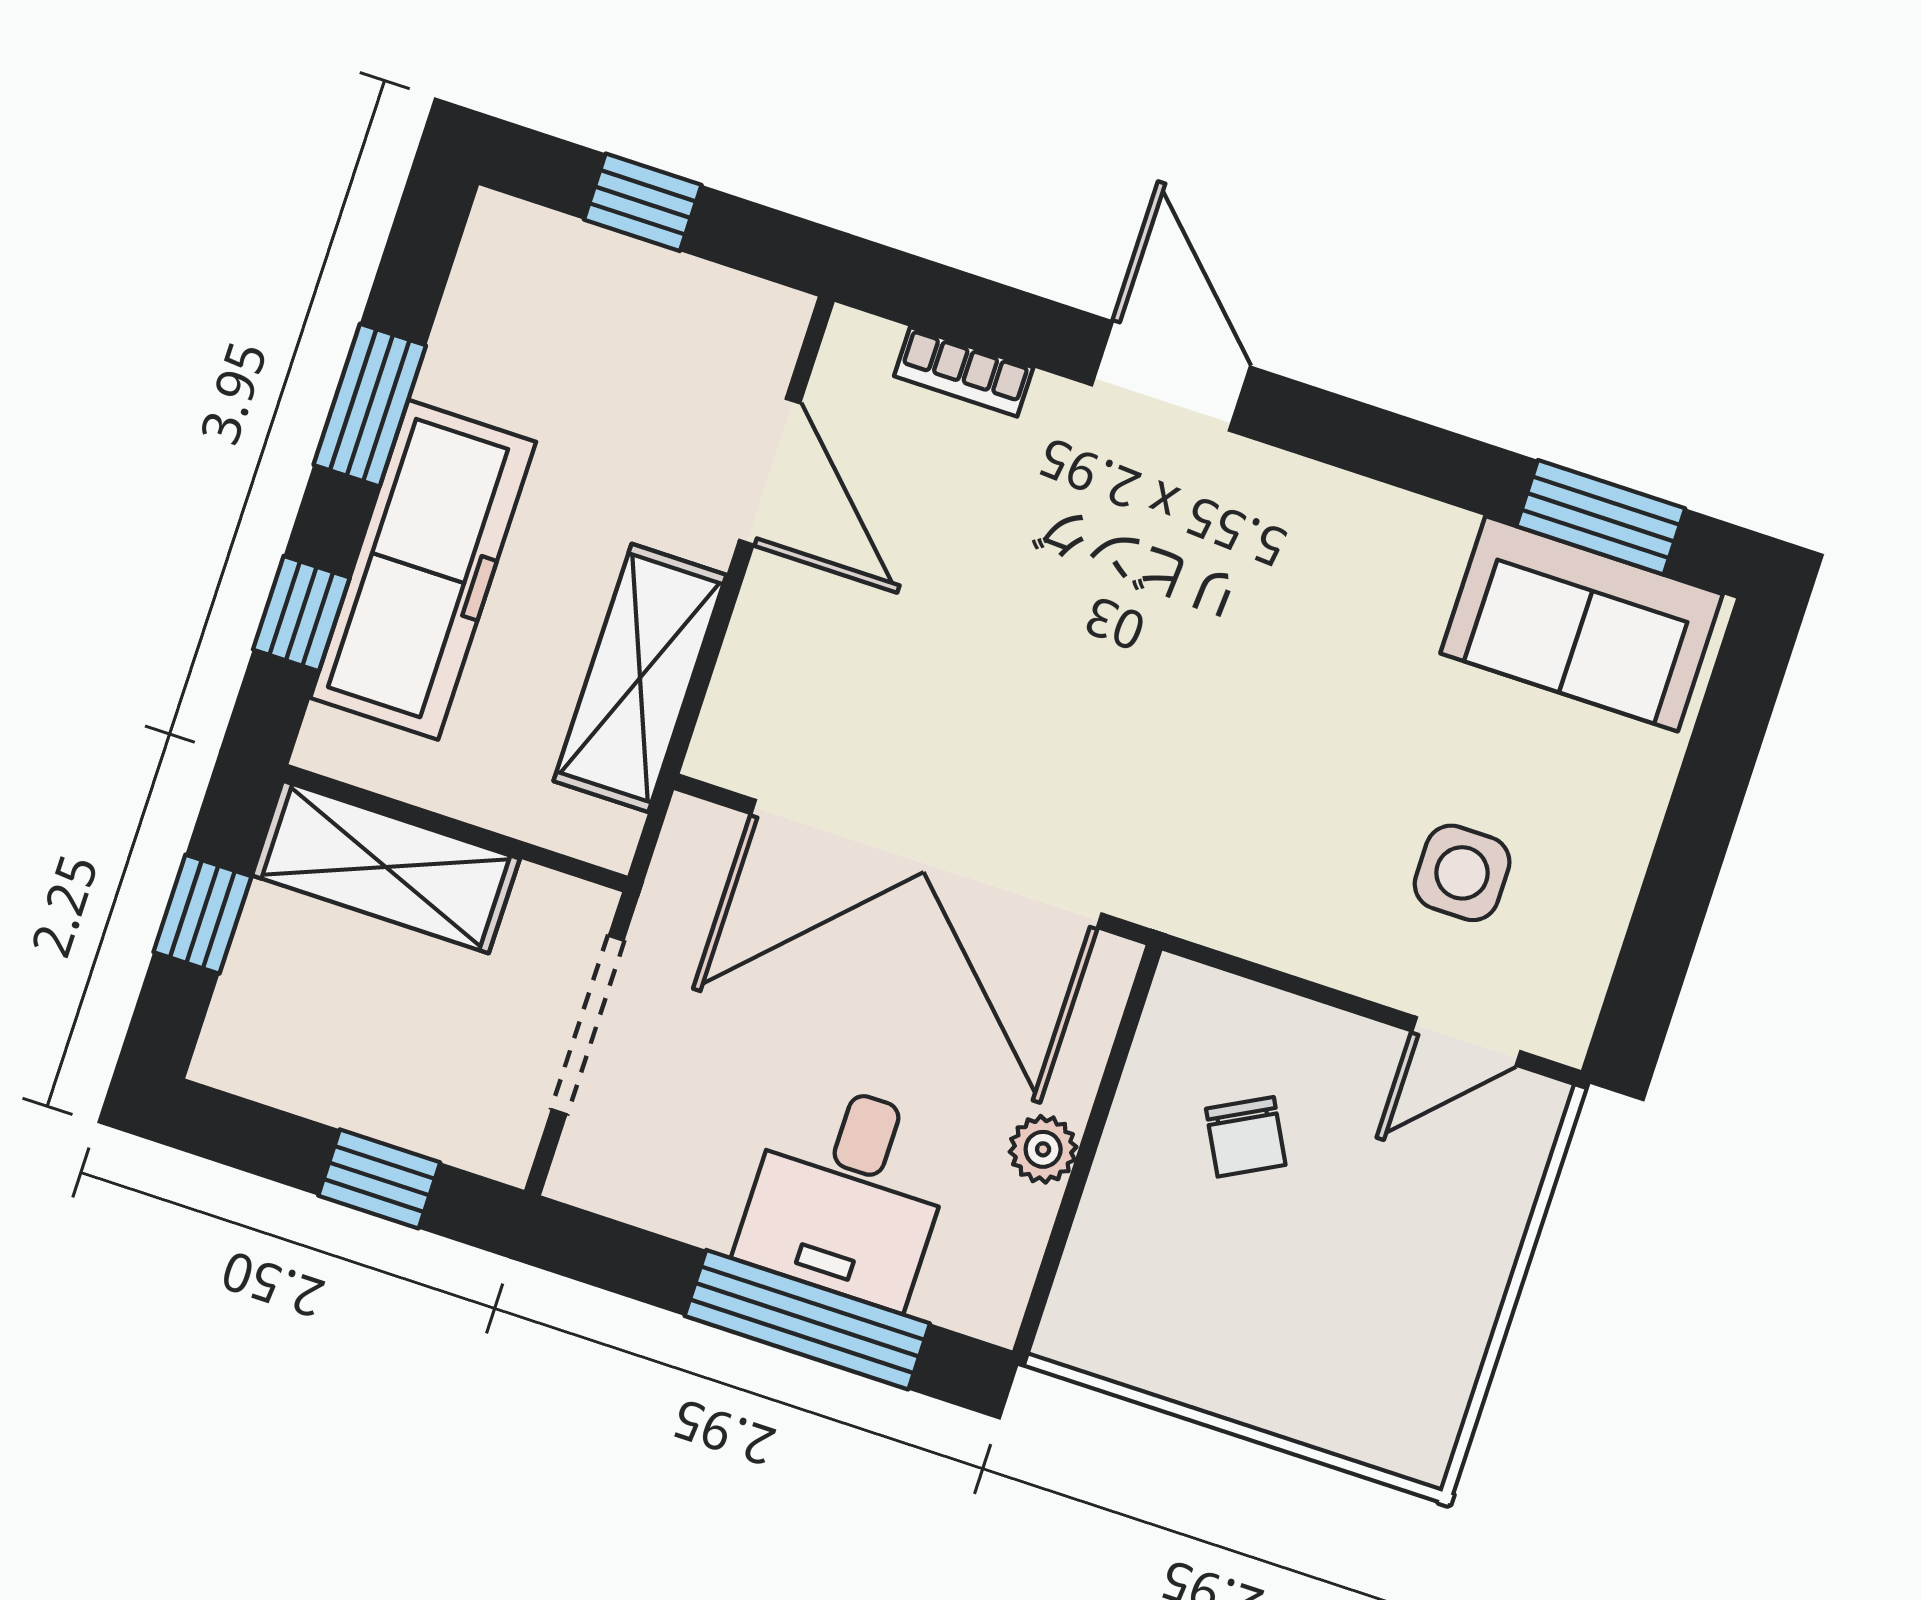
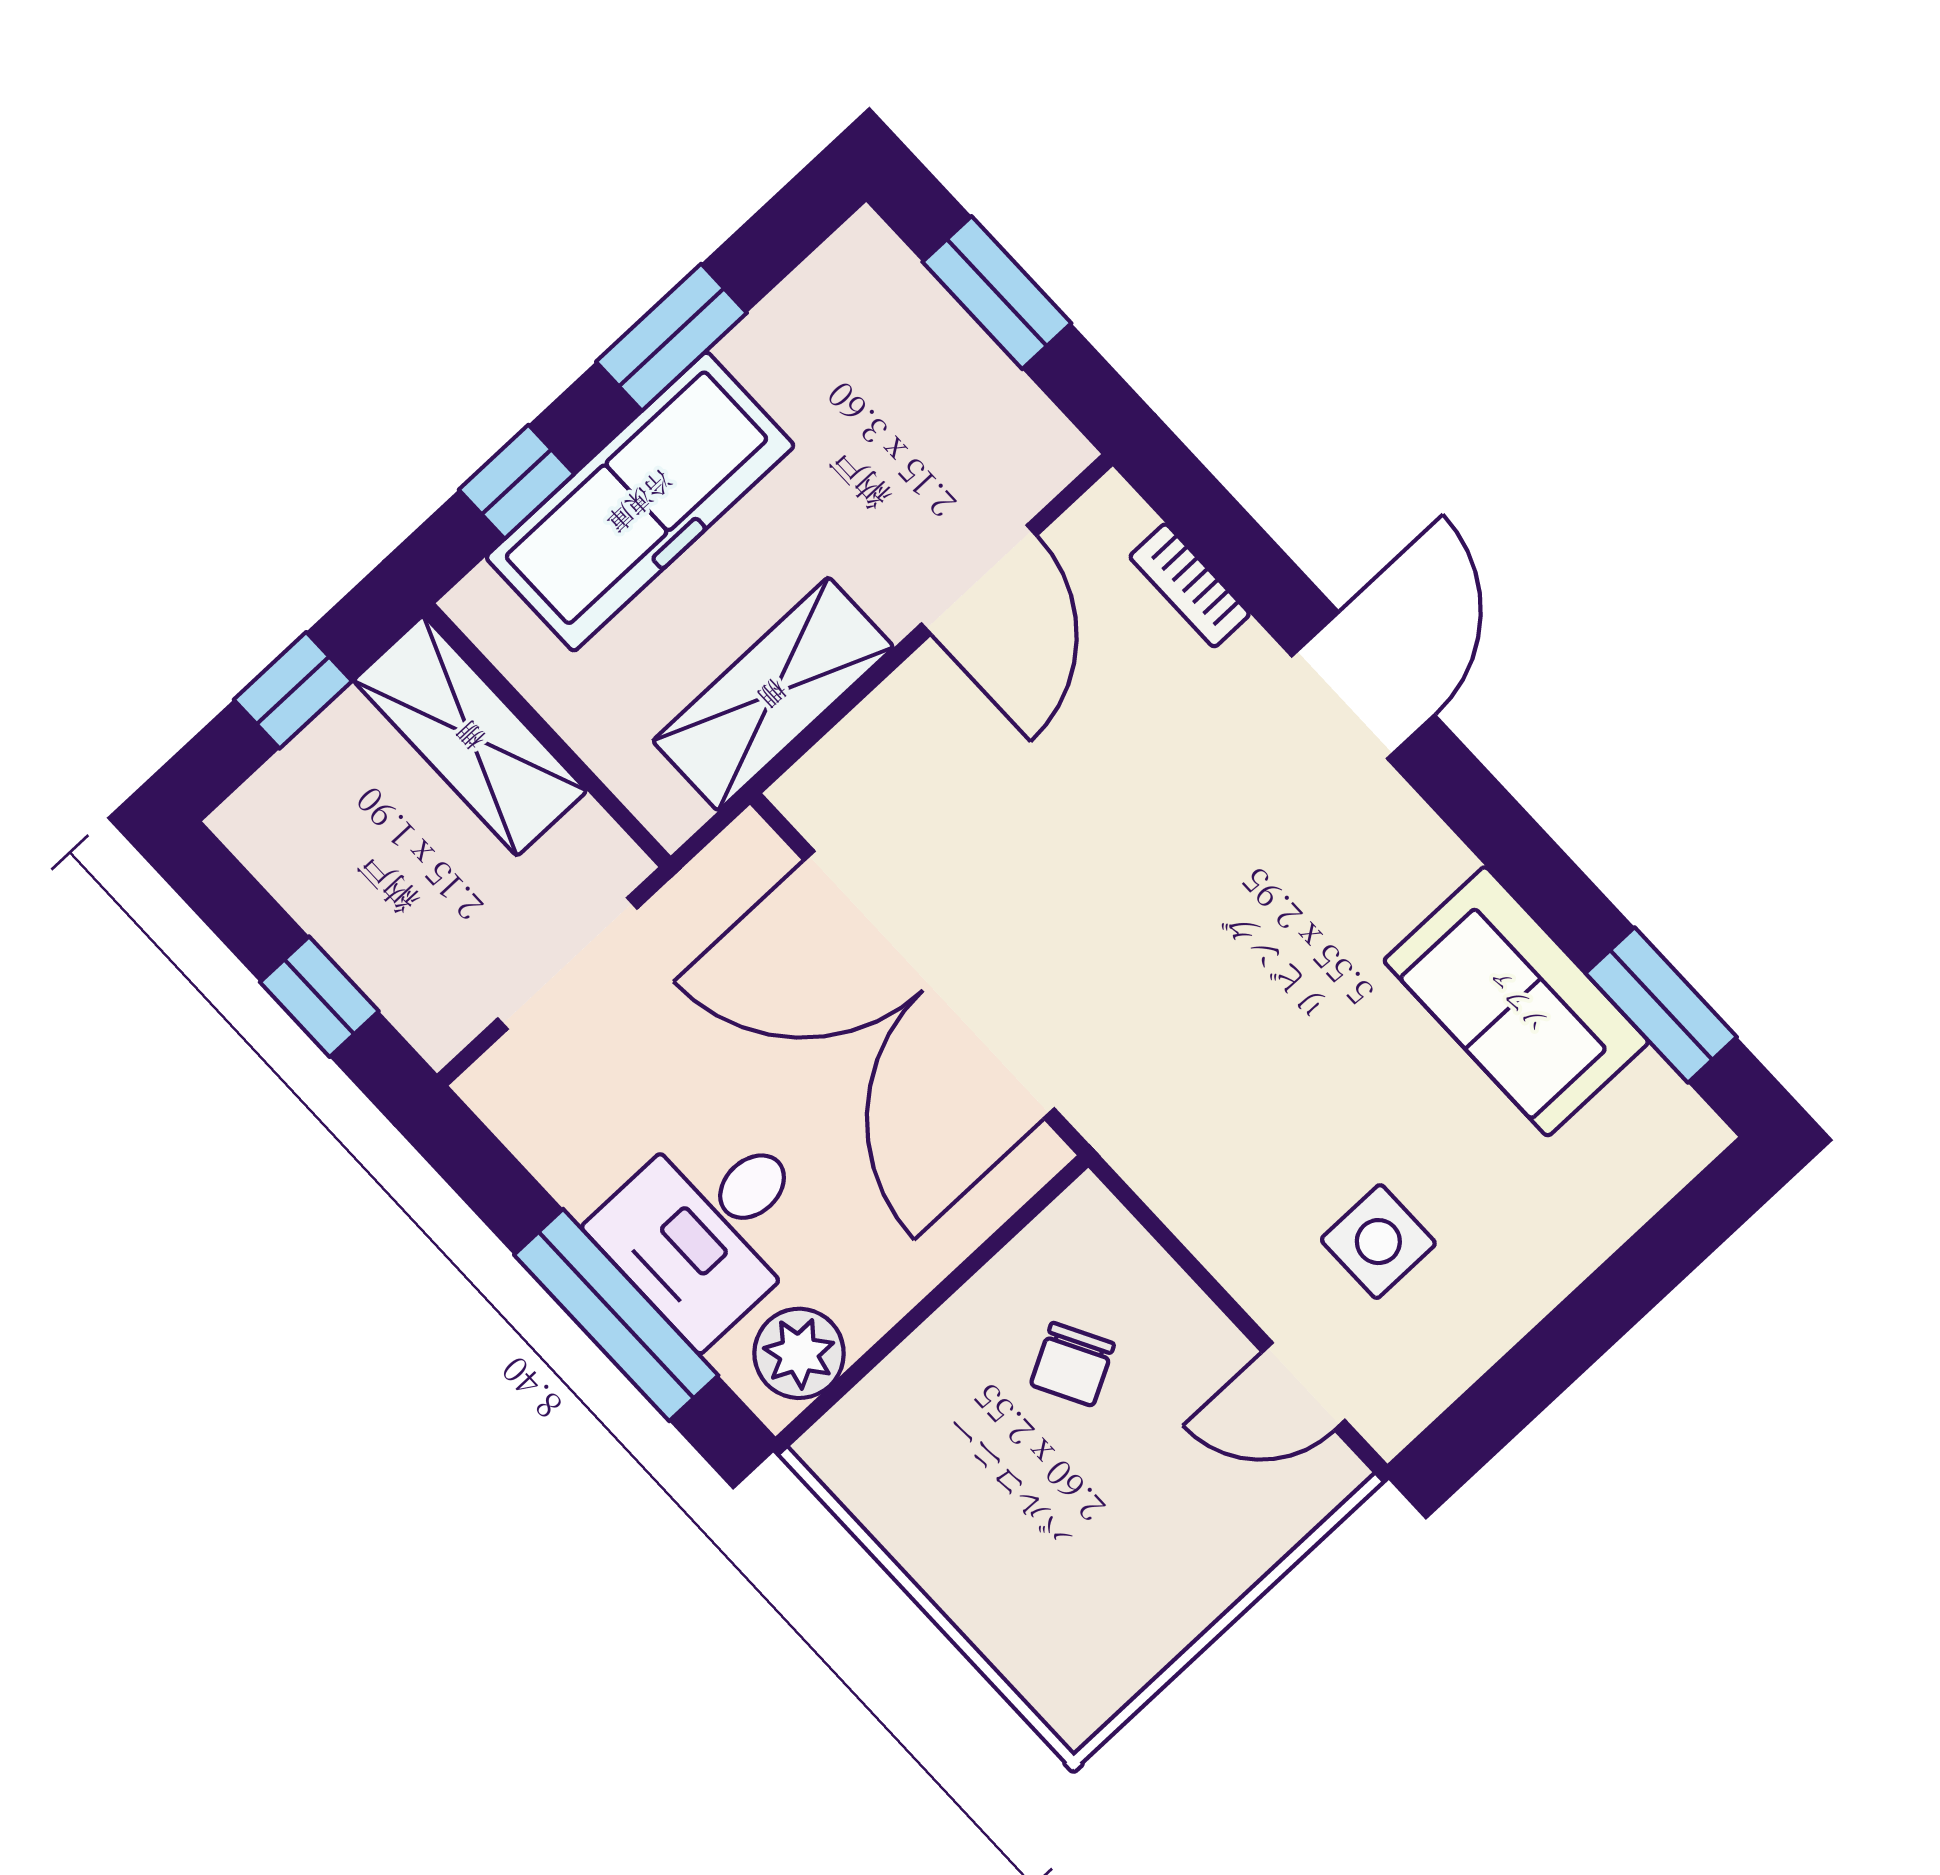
window: (643, 202) -> (997, 293), width x1.50
sofa: (1582, 624) -> (1516, 1001), moved
plant: (1043, 1149) -> (799, 1353), moved, width x1.38, depth x1.38

